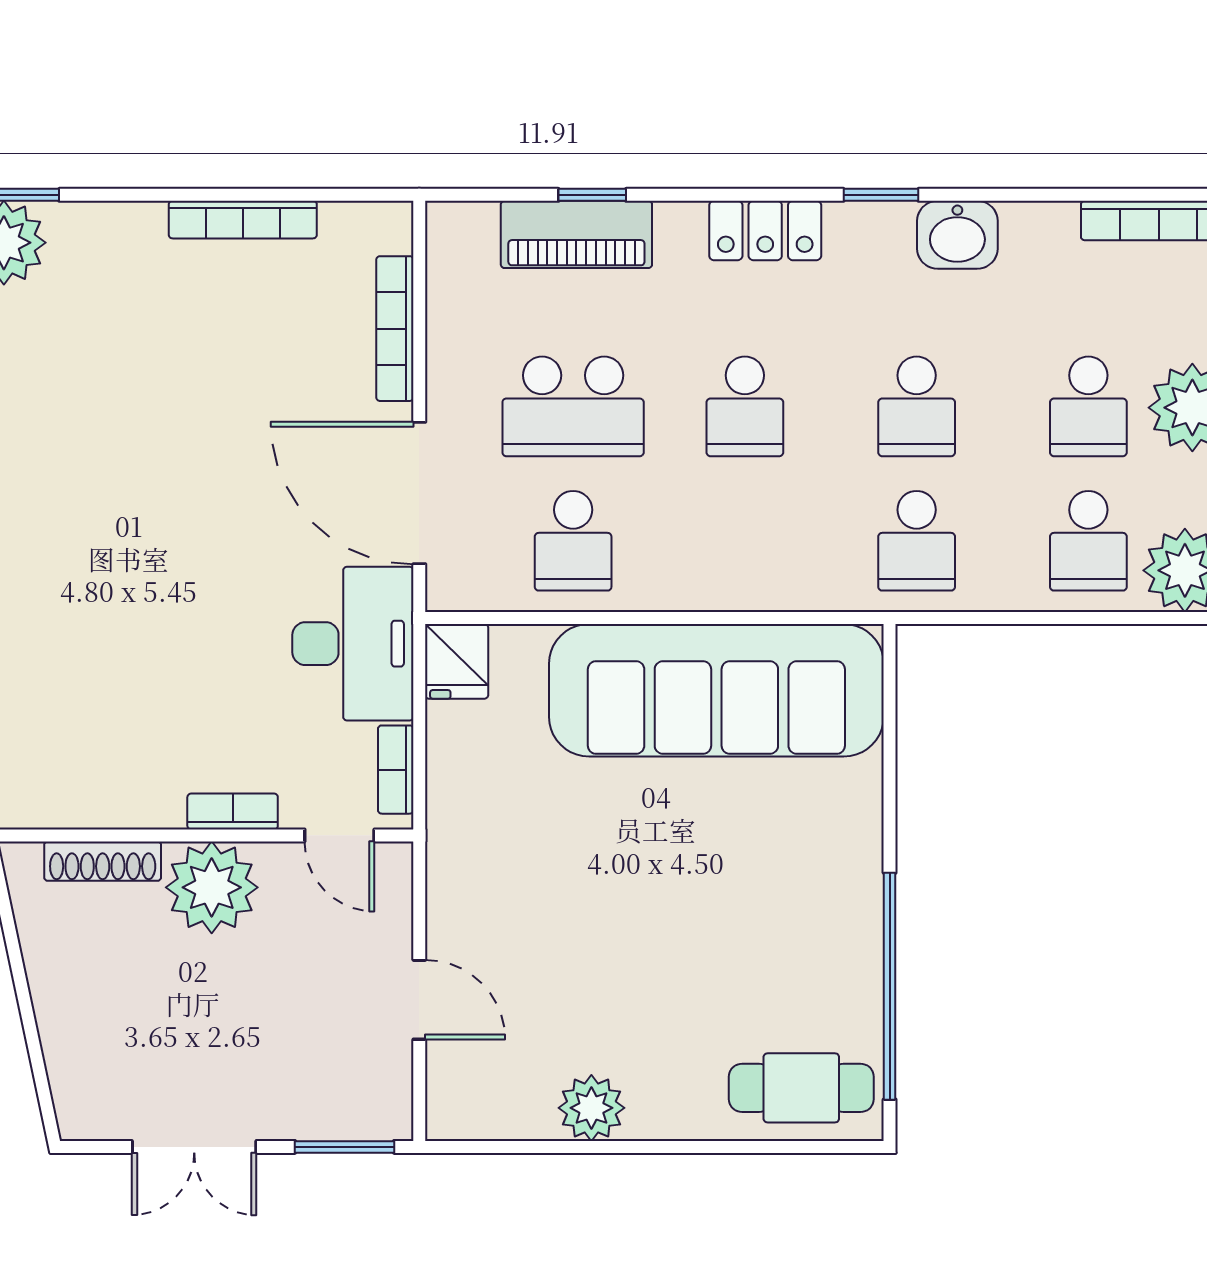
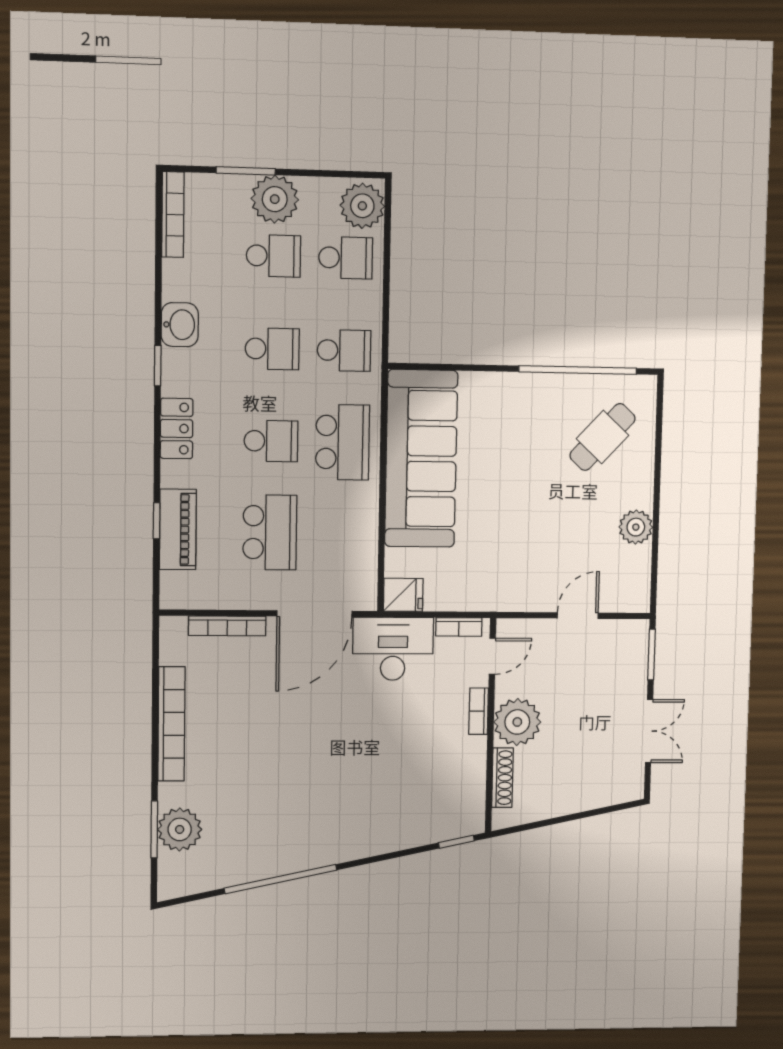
bookcase: (243, 220) -> (171, 724), width x1.48, depth x1.31
school desk: (573, 541) -> (343, 442), moved, width x1.85
cafe table: (801, 1088) -> (603, 437), moved, turned 43

